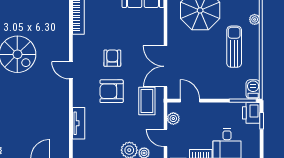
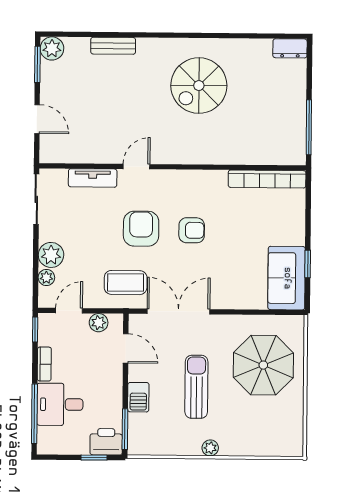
plant: (255, 19) -> (210, 448), moved
sun lounger: (234, 47) -> (196, 387), moved, turned -90
door: (71, 70) -> (136, 167), moved
barbecue: (253, 89) -> (138, 397), moved, turned 90
door: (190, 101) -> (126, 348), hinge flipped

